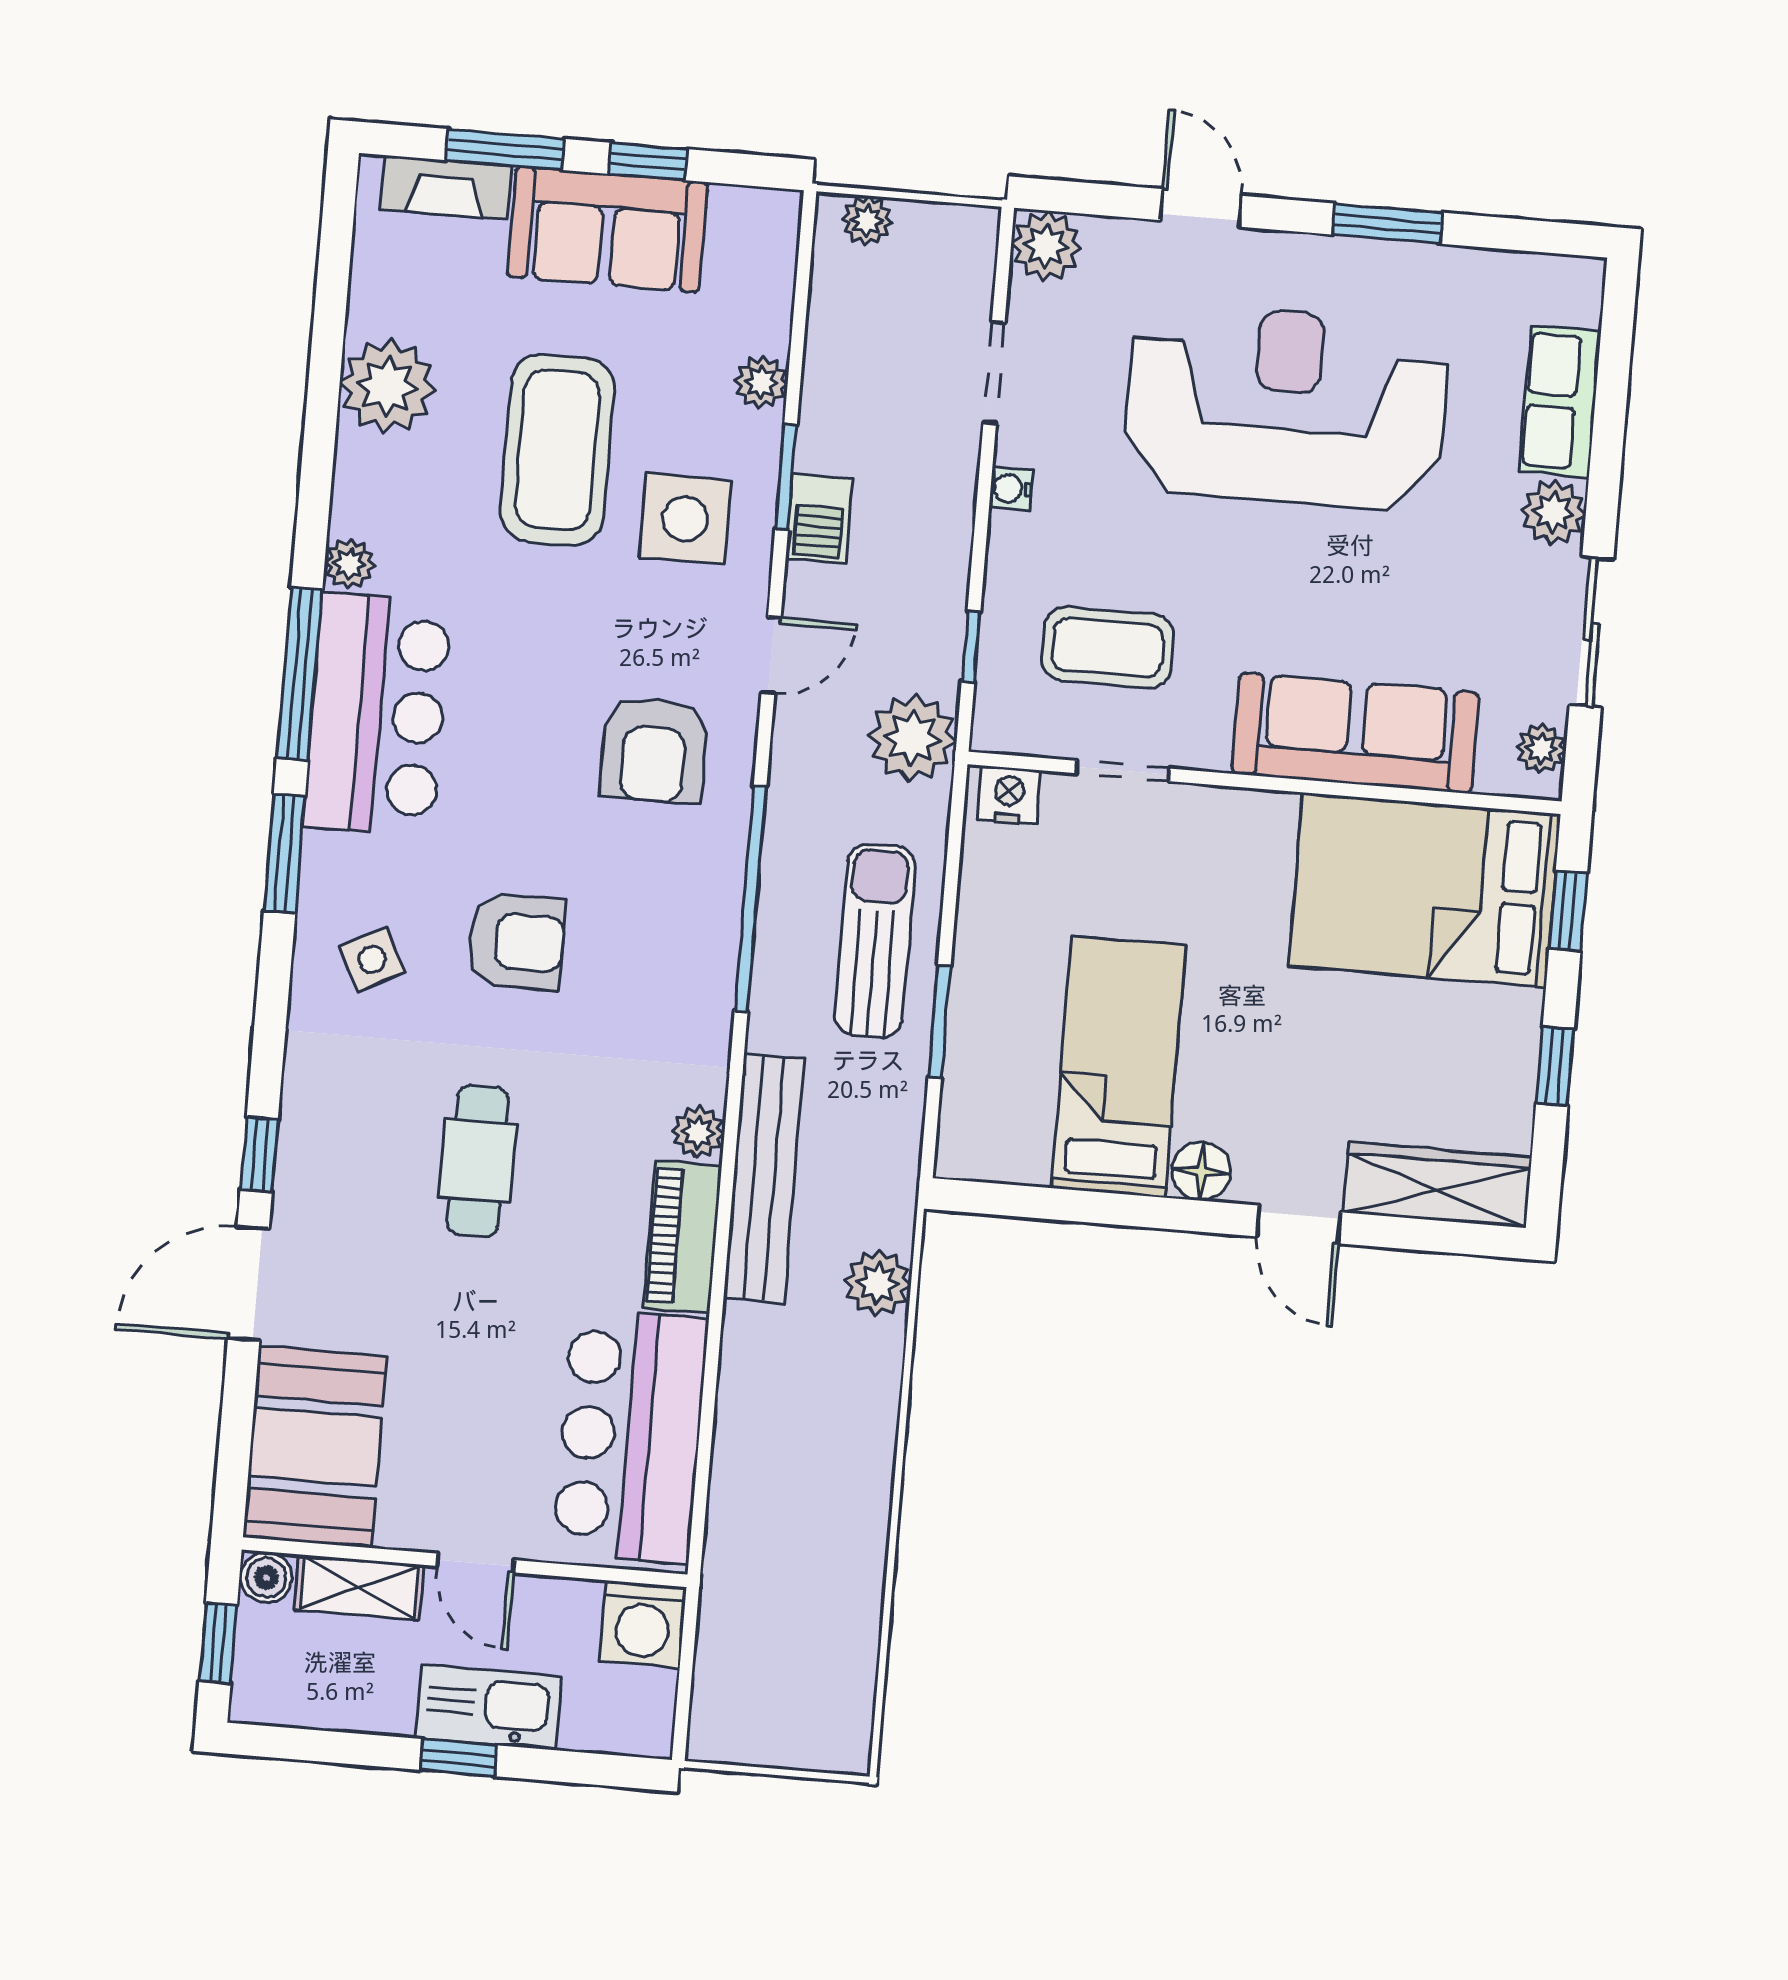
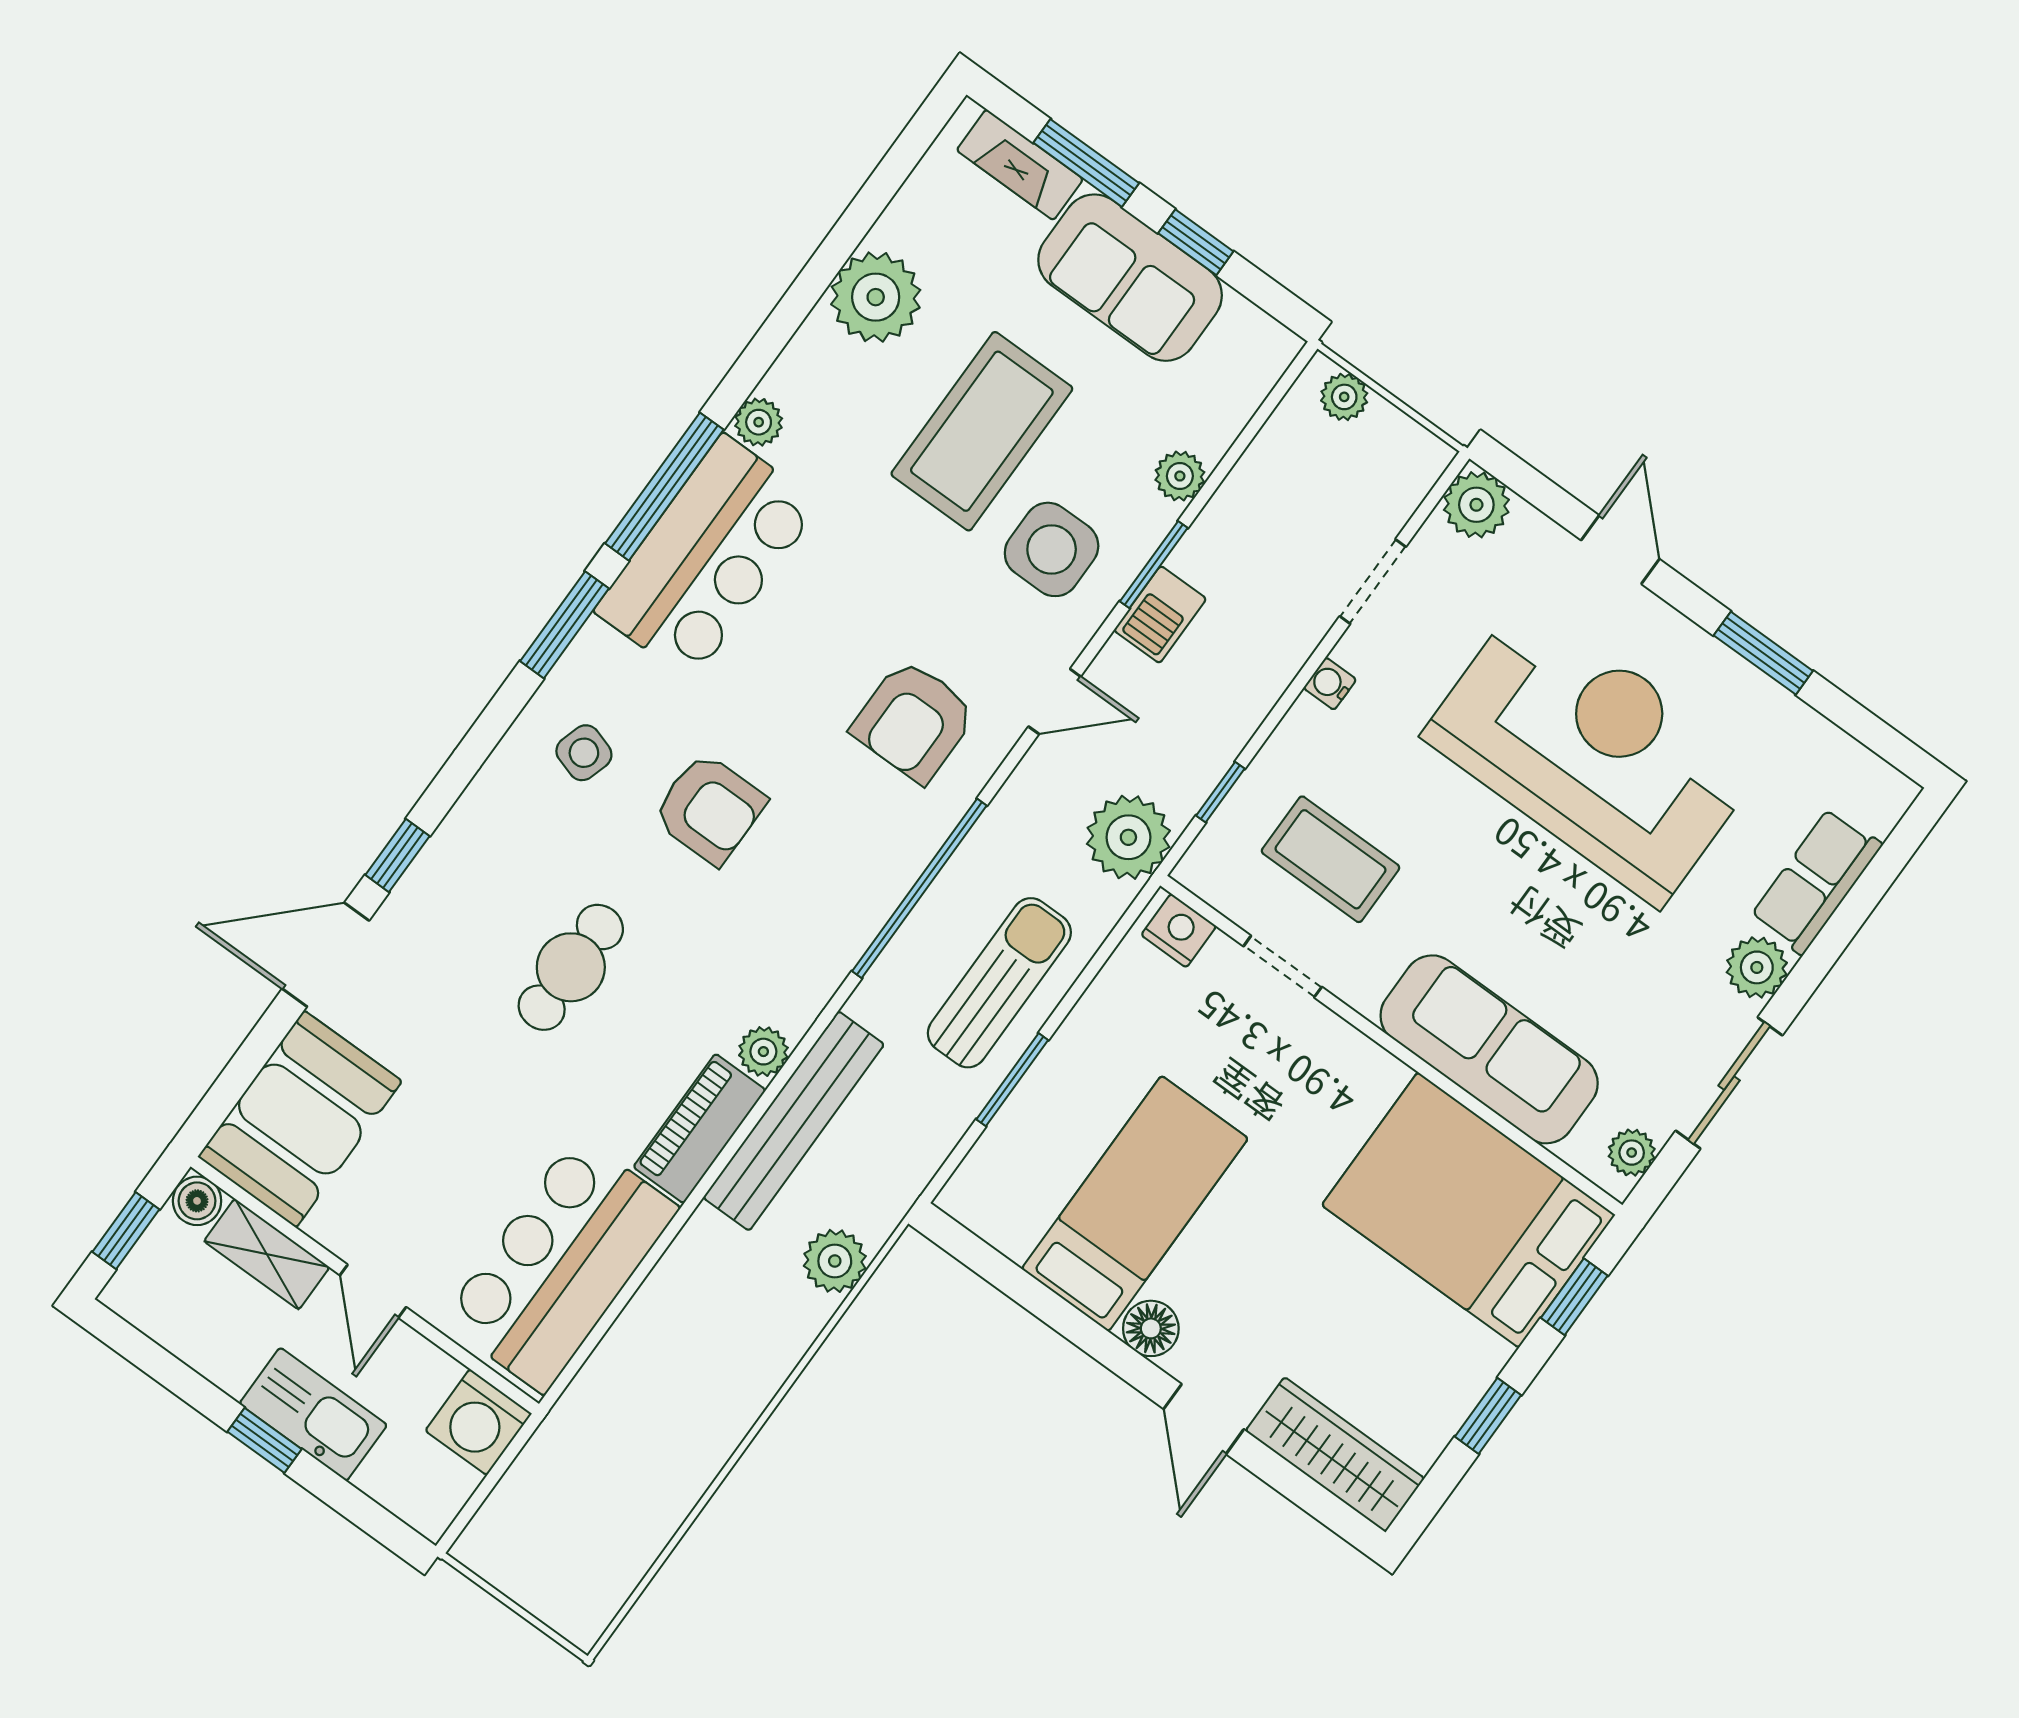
side table: (372, 959) -> (584, 753), turned 45

